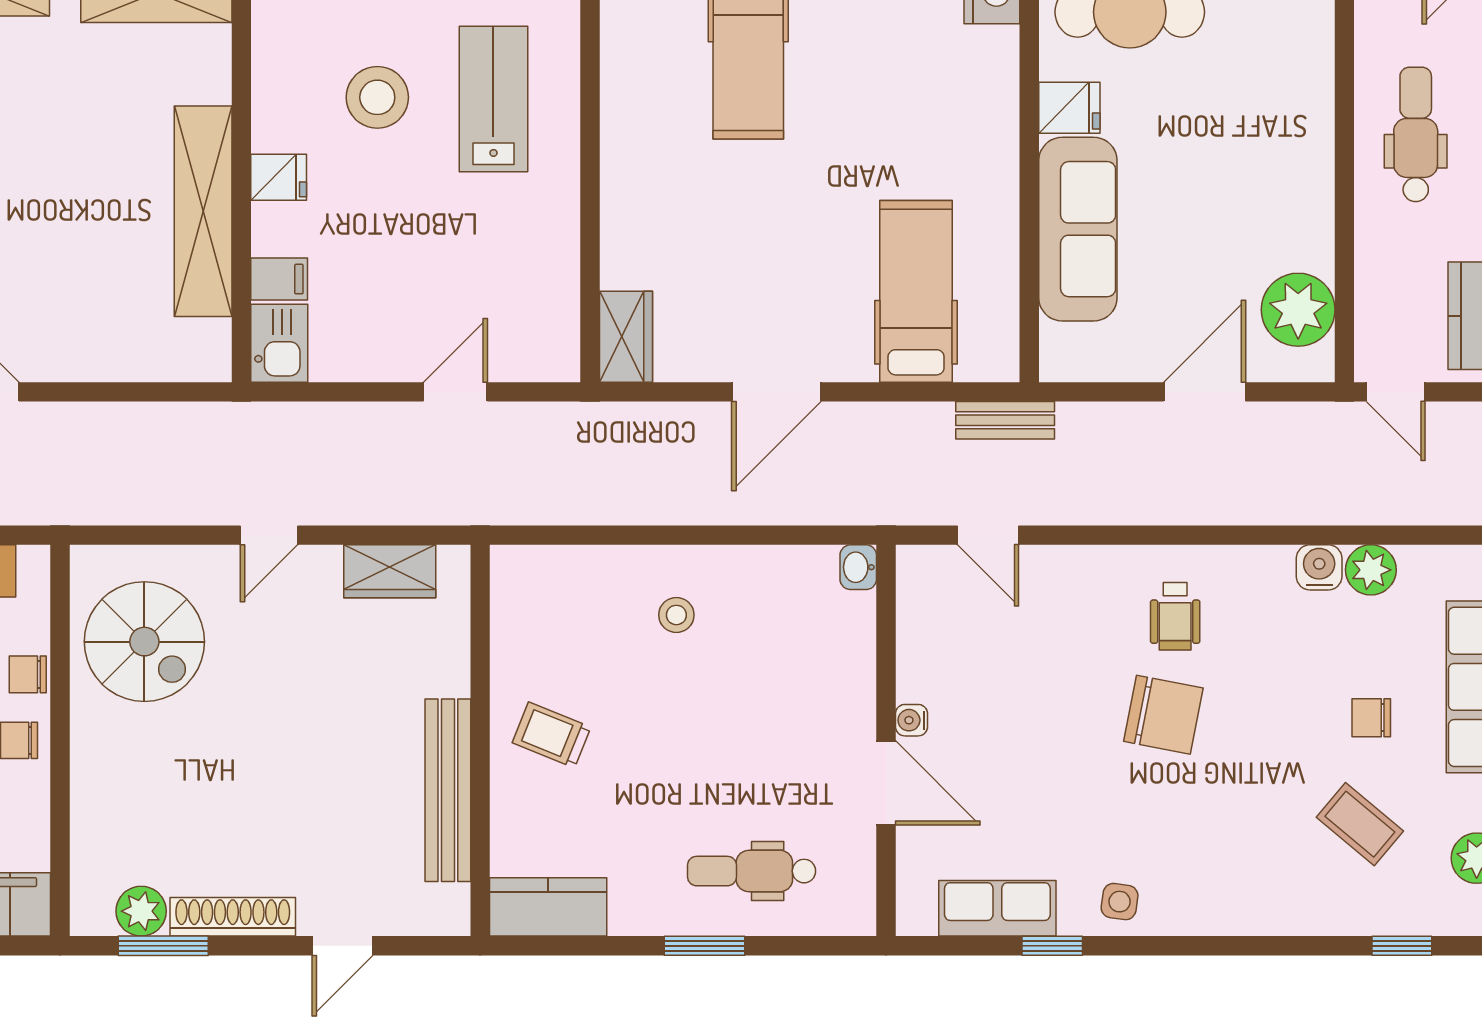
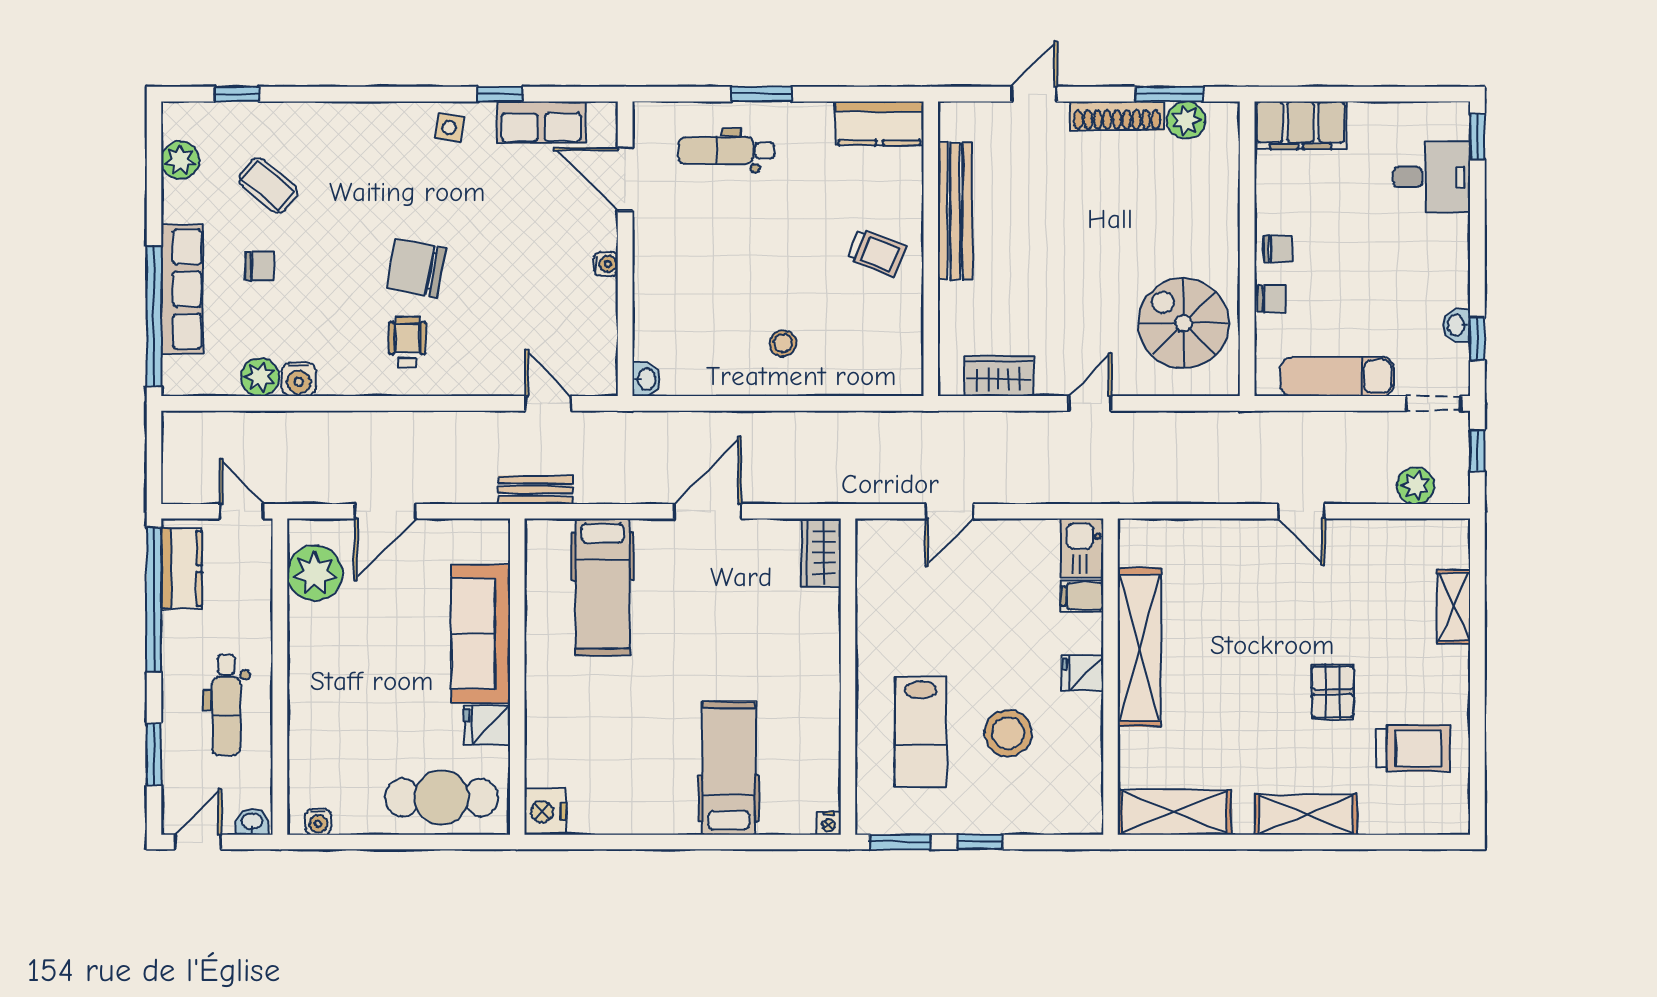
door: (886, 783) -> (625, 179), moved
dental chair: (752, 871) -> (726, 150), turned 180

